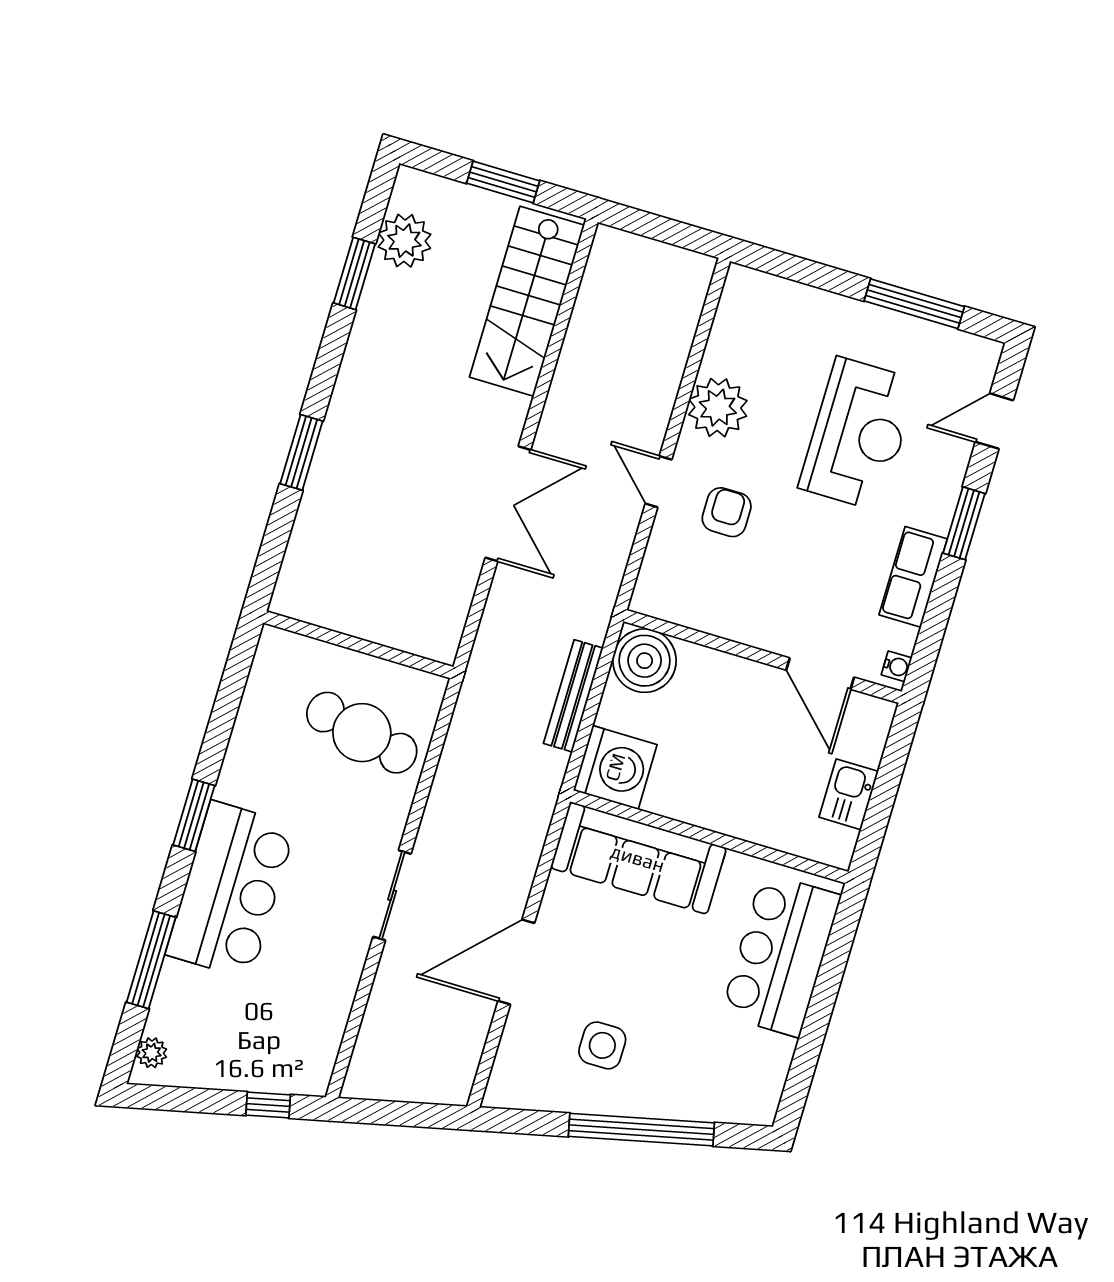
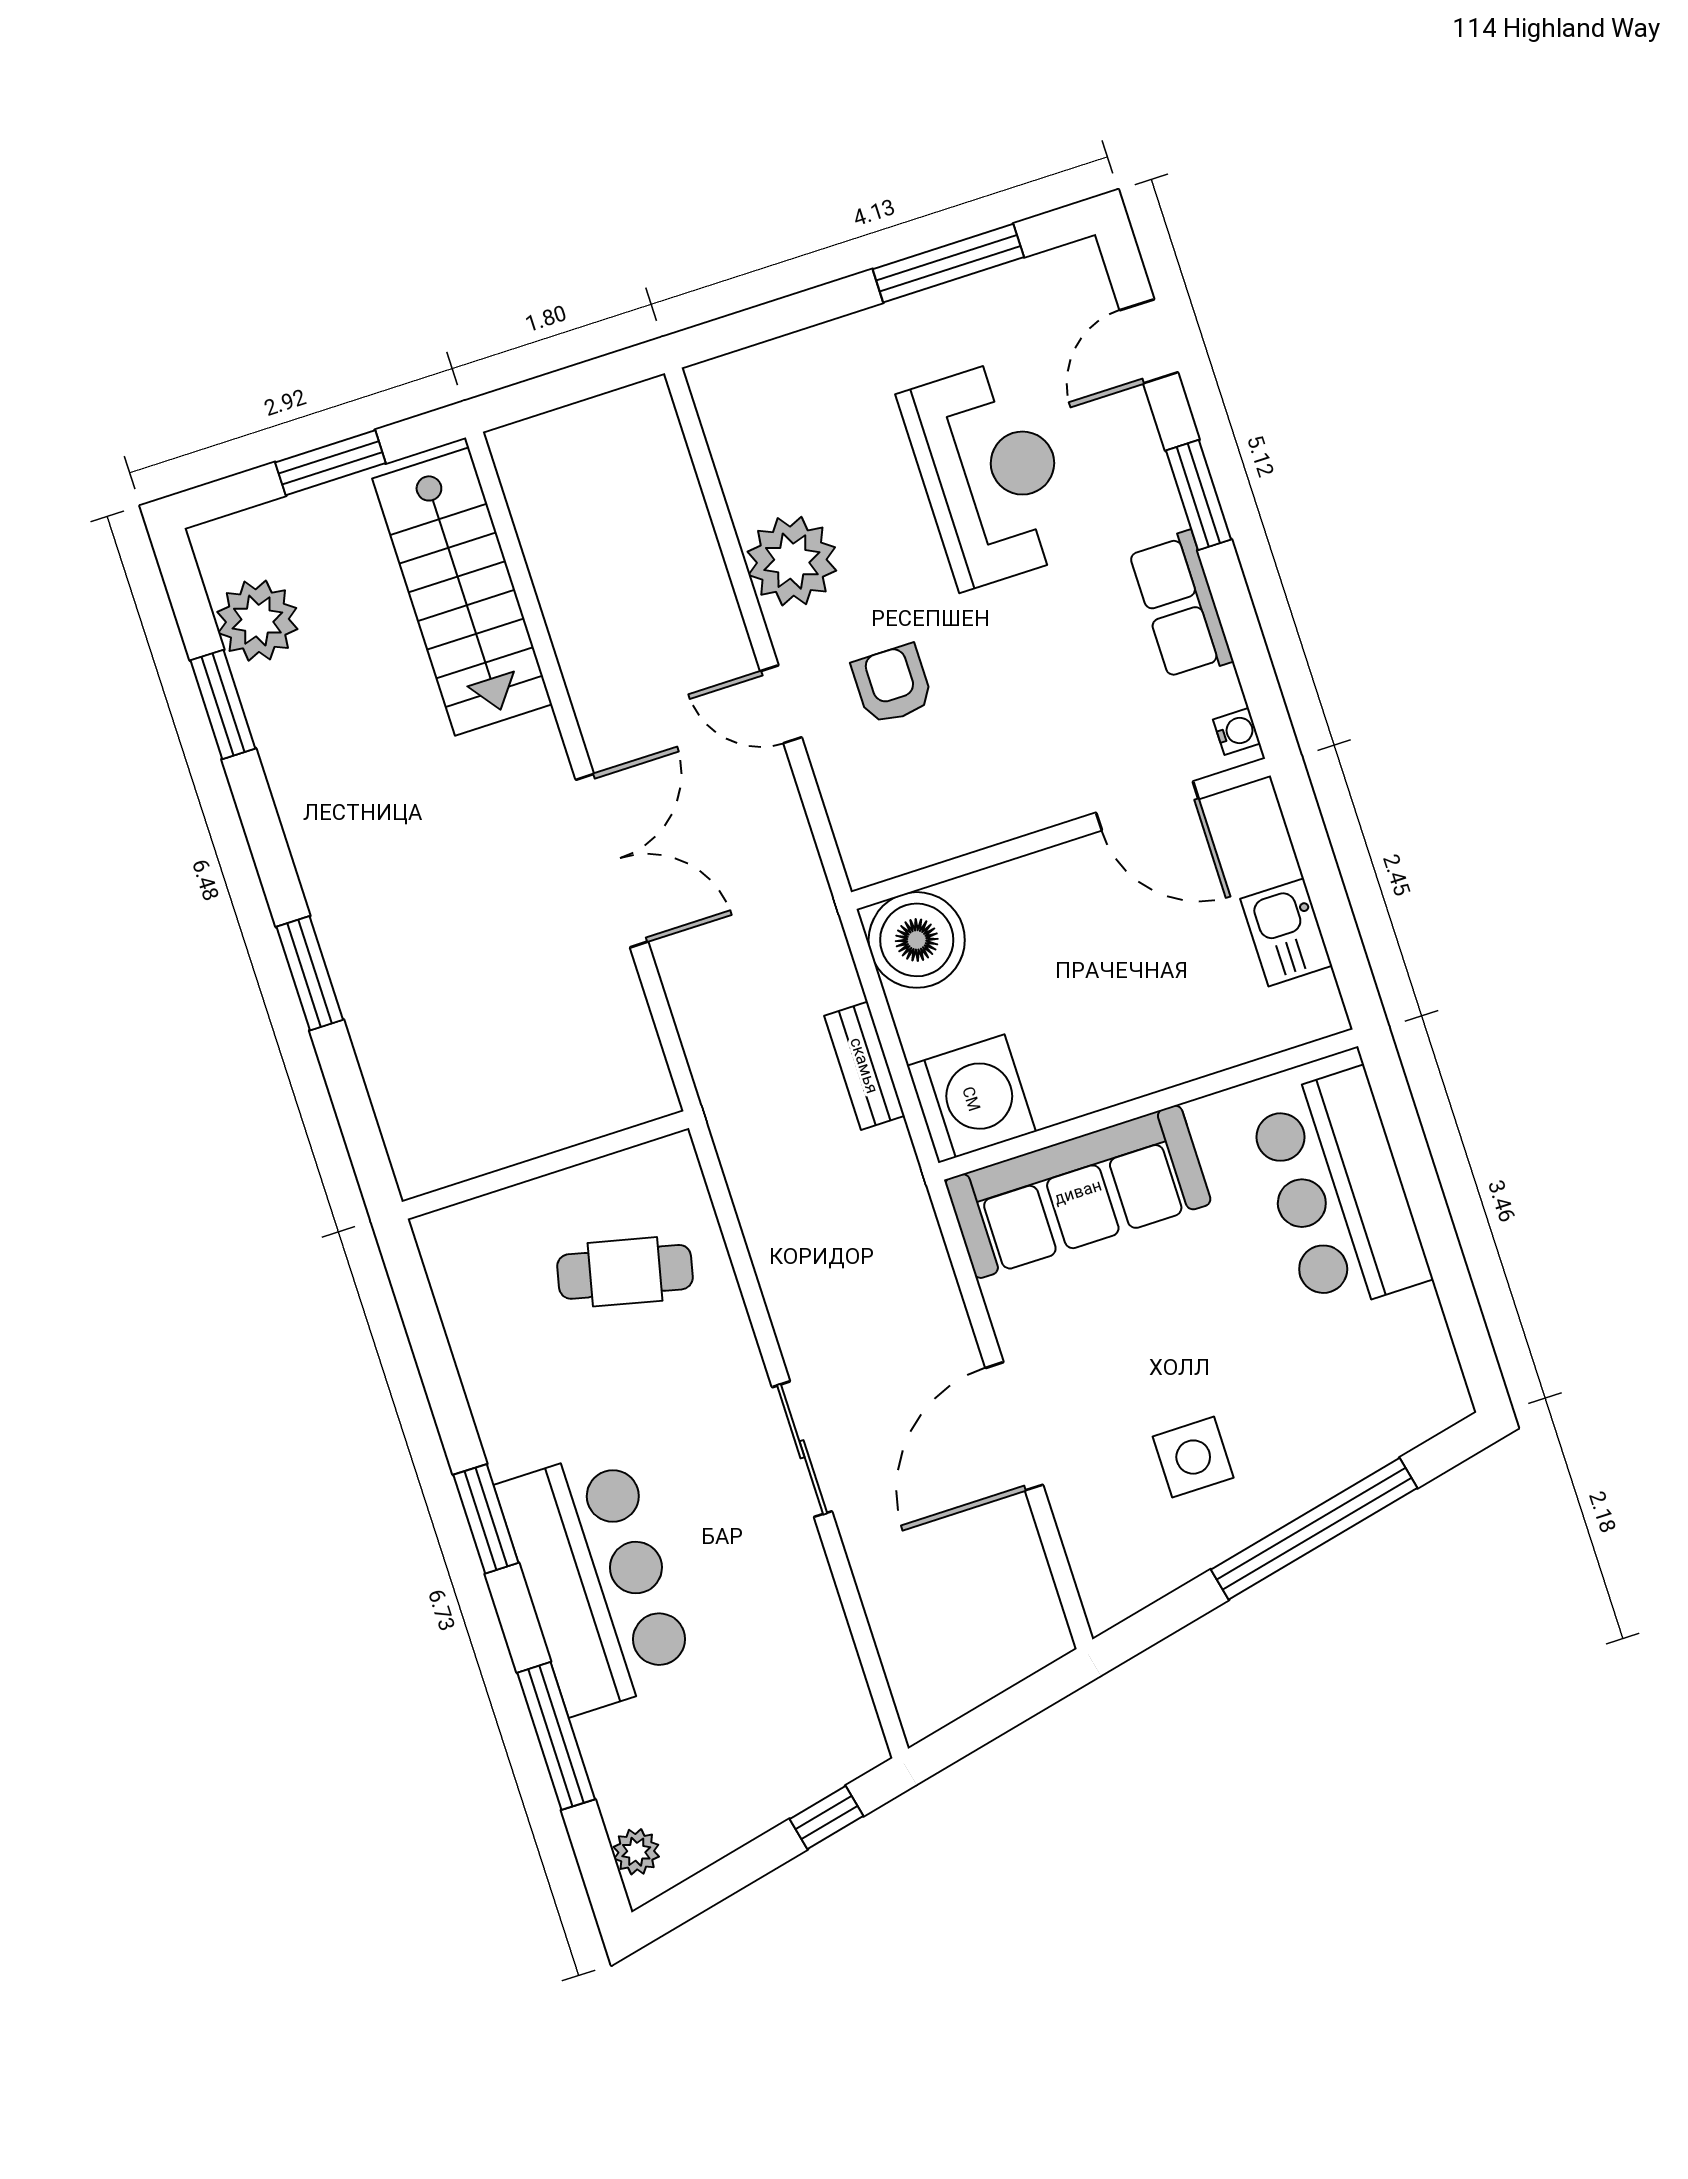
bench: (573, 696) -> (864, 1066), width x0.73
cafe table: (362, 733) -> (625, 1272), width x0.73, depth x0.74

